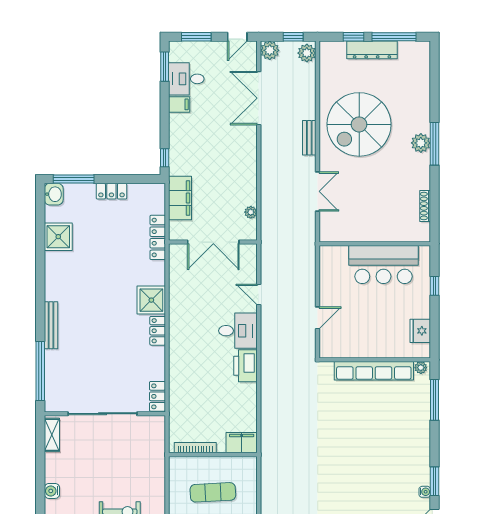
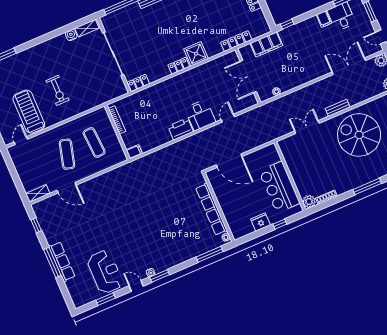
plant: (421, 143) -> (309, 202), moved
double door: (318, 191) -> (307, 127), swing flipped
door: (318, 318) -> (229, 161), width x1.87
fridge: (420, 331) -> (261, 222), moved
filing cabinet: (242, 443) -> (134, 152), width x0.50
water cooler: (52, 491) -> (71, 35), moved

